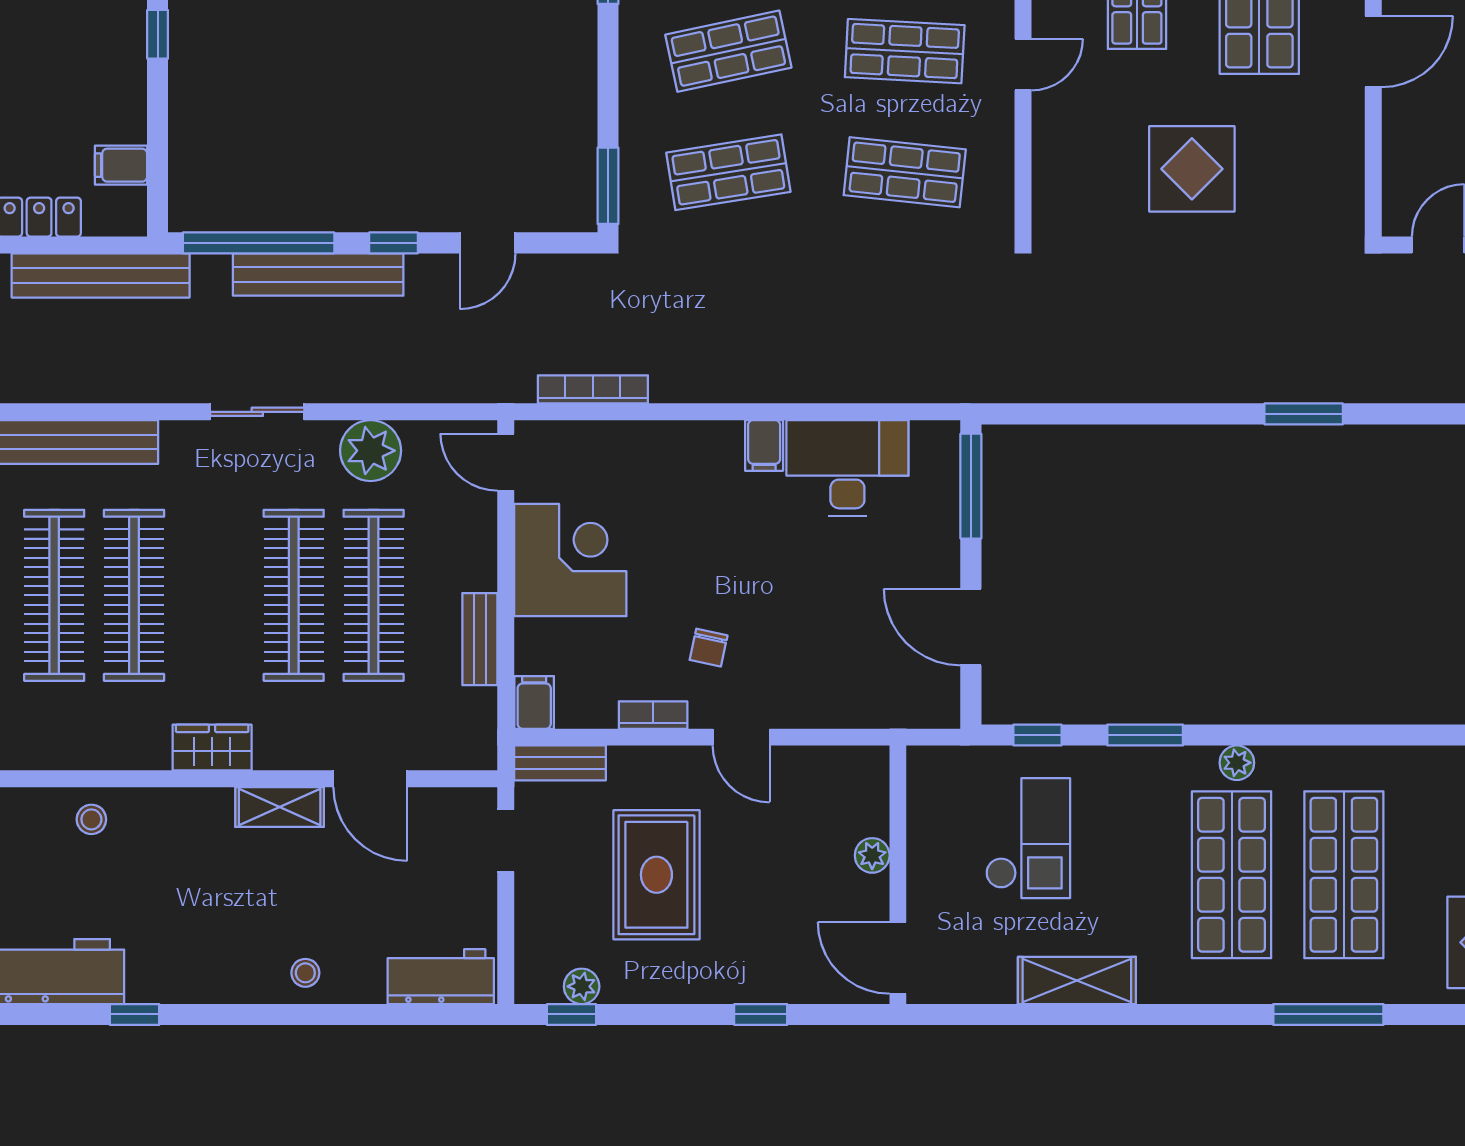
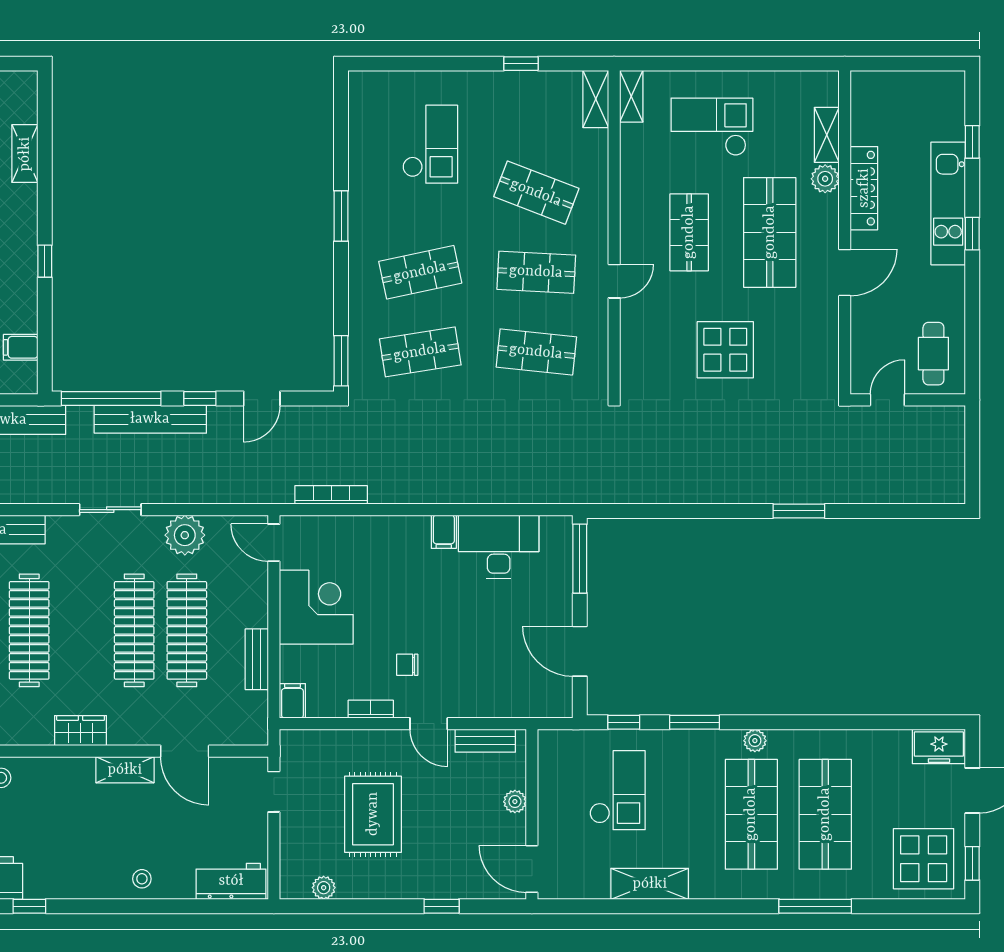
chair: (709, 648) -> (407, 665), turned 78
bench: (560, 763) -> (485, 741), moved
window: (572, 1014) -> (317, 906), removed

